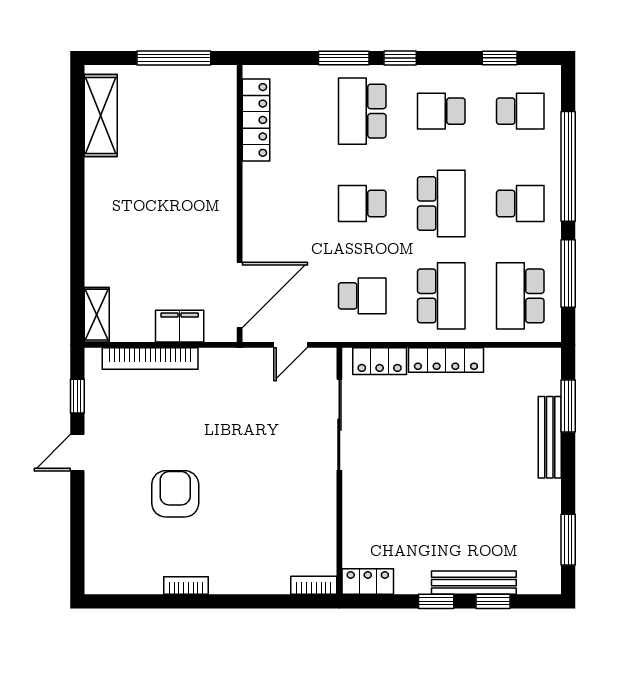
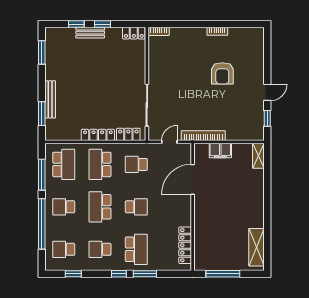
school desk: (441, 111) -> (100, 249), turned 180
door: (240, 295) -> (193, 179), moved
bookcase: (150, 359) -> (203, 136), moved
bench: (474, 583) -> (90, 33), width x0.73

